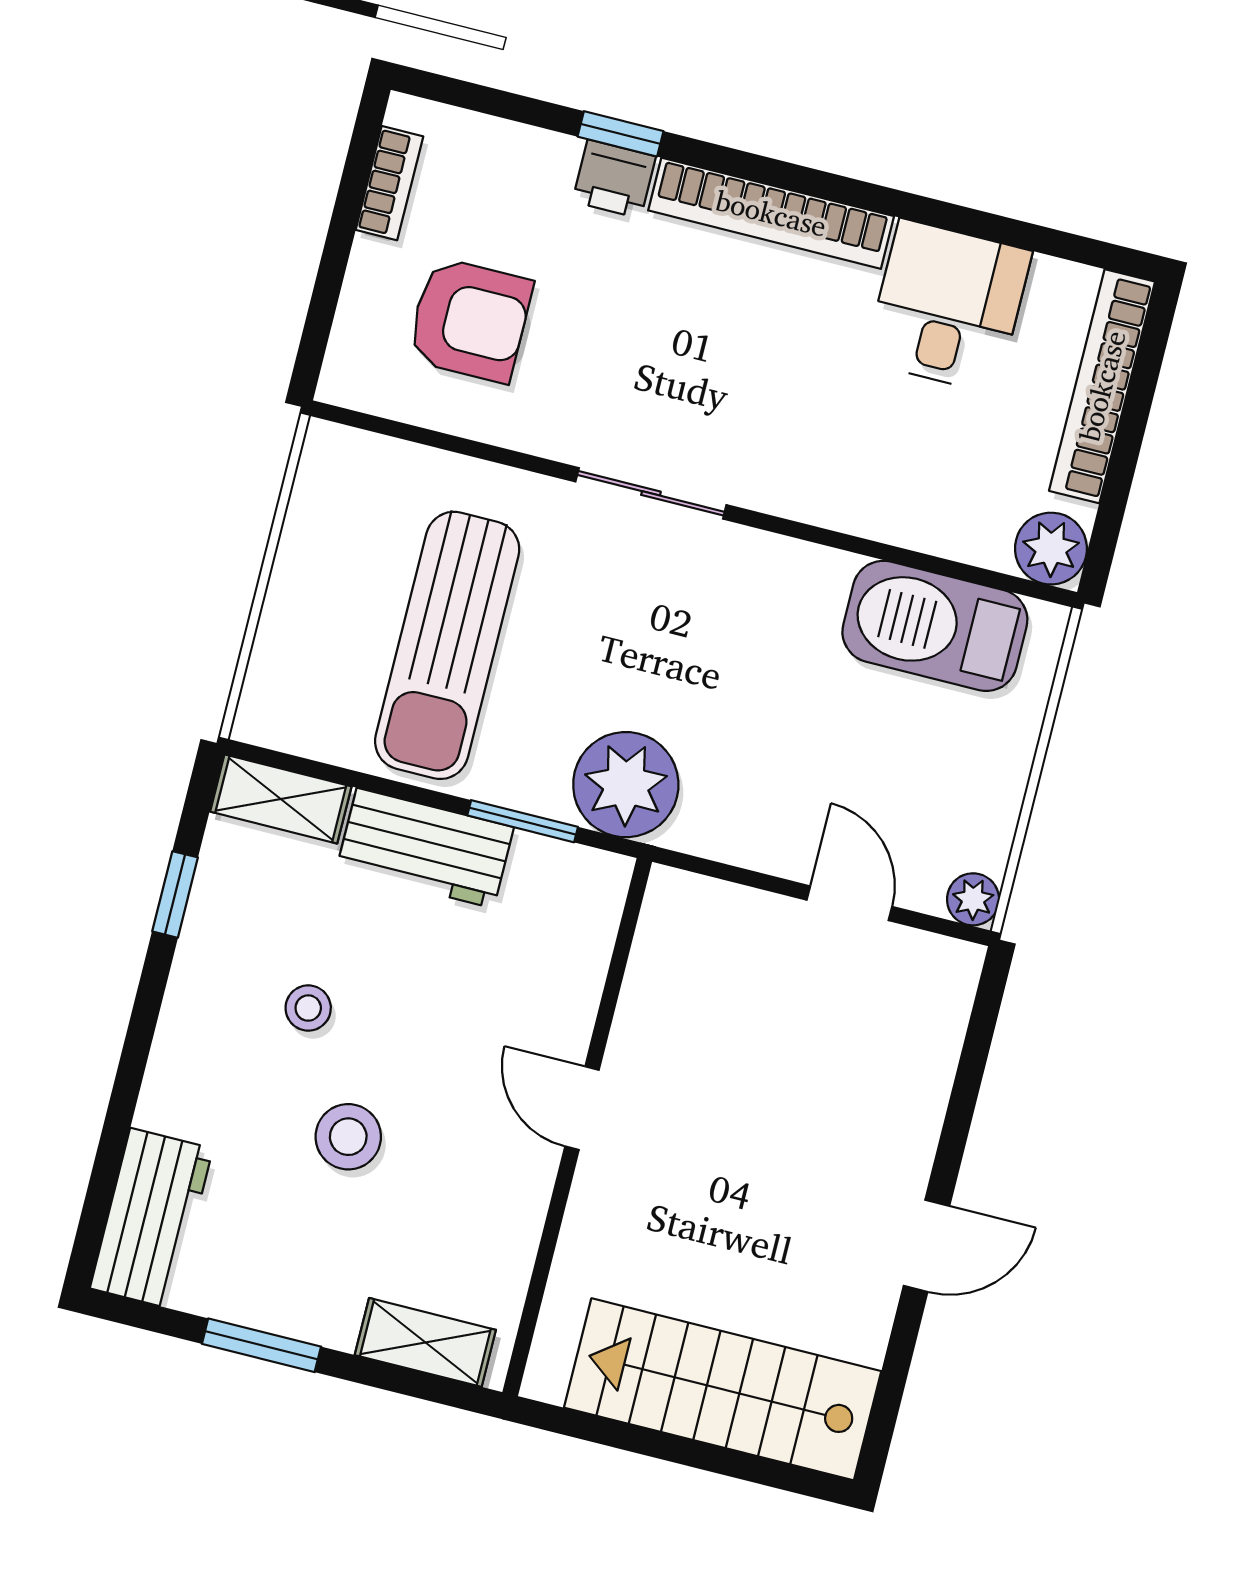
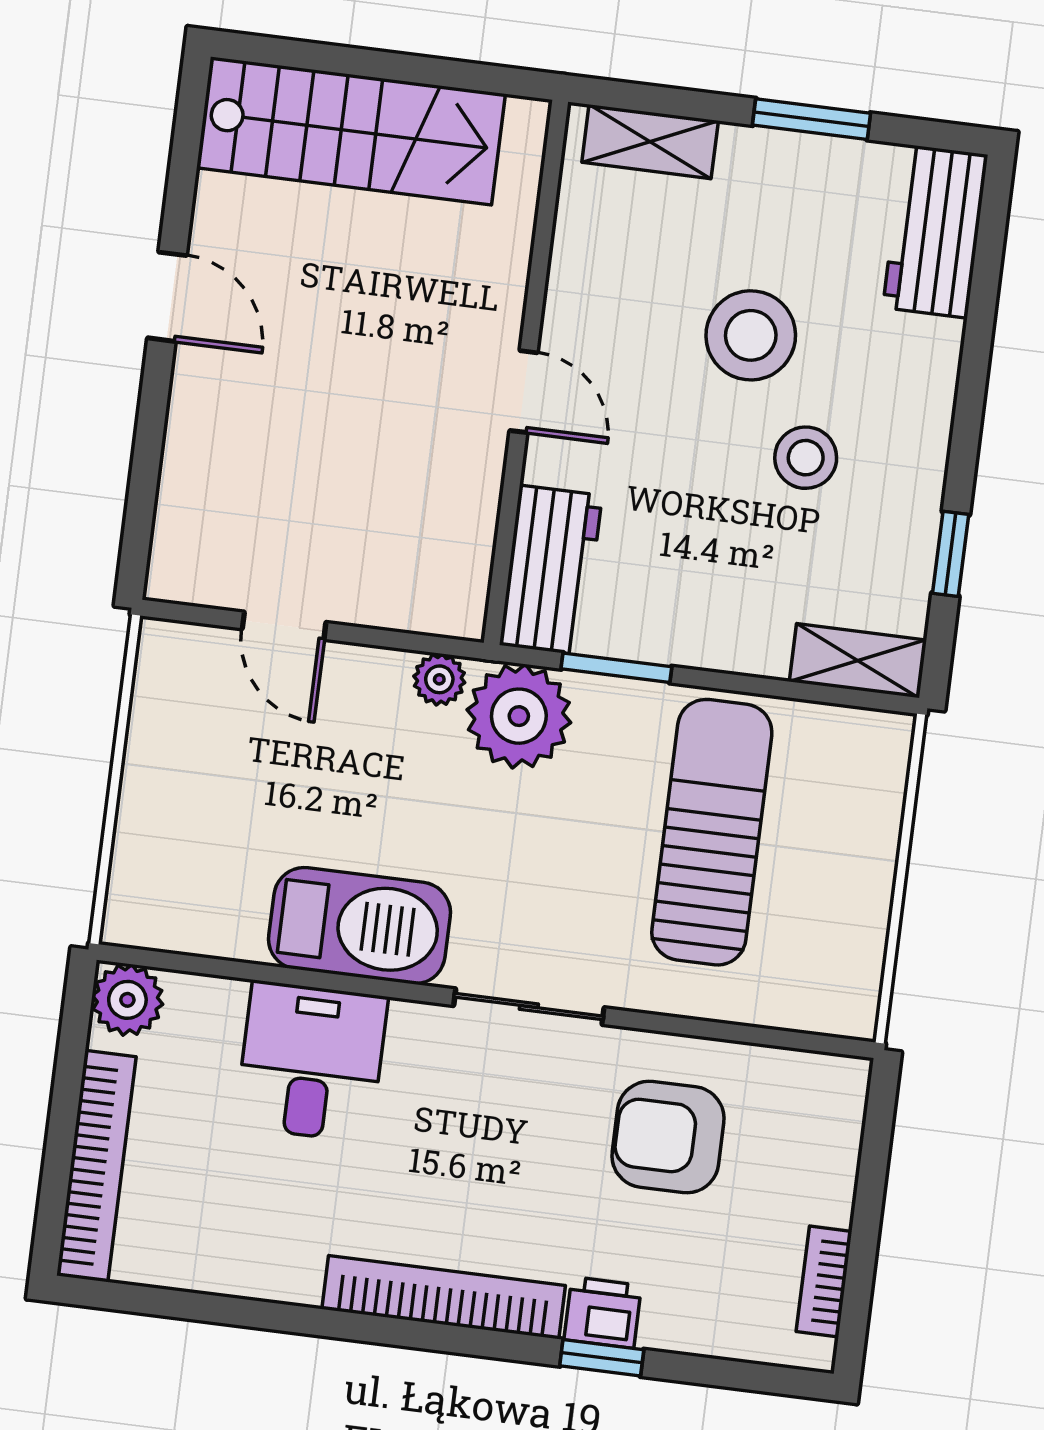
desk: (948, 306) -> (311, 1062), moved, turned 180
armchair: (470, 320) -> (668, 1137), moved
barbecue: (935, 626) -> (359, 926), moved
workbench: (425, 848) -> (551, 570), moved, turned 90
plant: (973, 899) -> (439, 679), moved
stool: (308, 1008) -> (806, 458), width x1.37, depth x1.37
stool: (348, 1137) -> (751, 335), width x1.38, depth x1.38
door: (926, 1246) -> (167, 297), swing flipped

